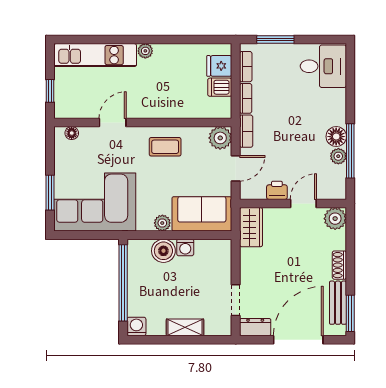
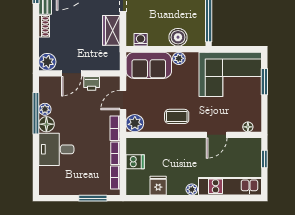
fridge: (219, 66) -> (158, 186), moved, turned -90
desk: (323, 66) -> (56, 149), moved
wardrobe: (251, 227) -> (111, 30), moved
washing machine: (185, 247) -> (141, 40), moved

